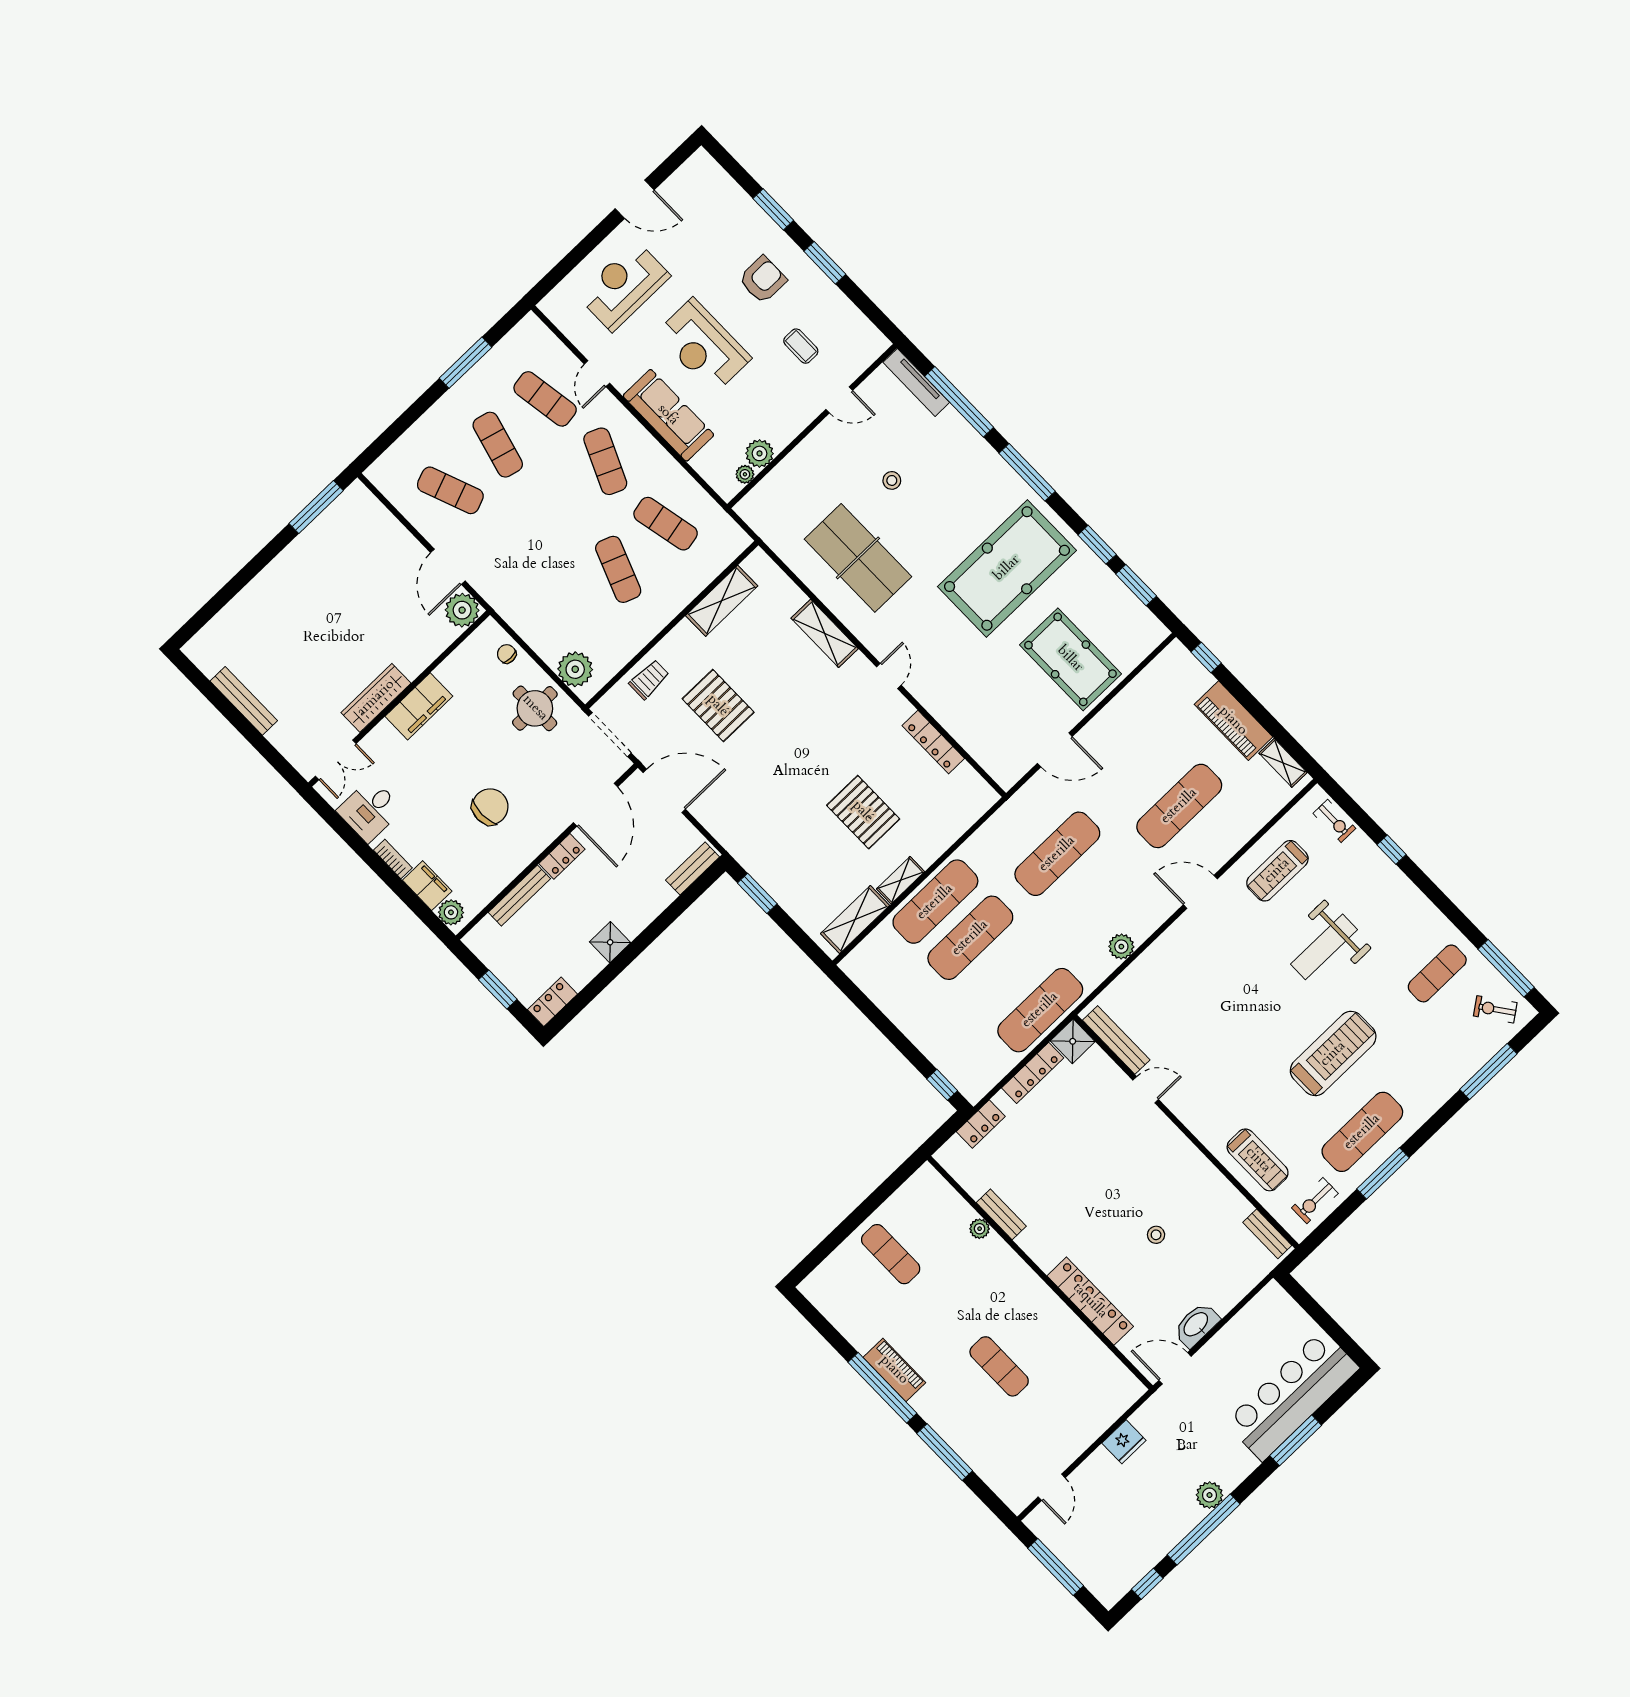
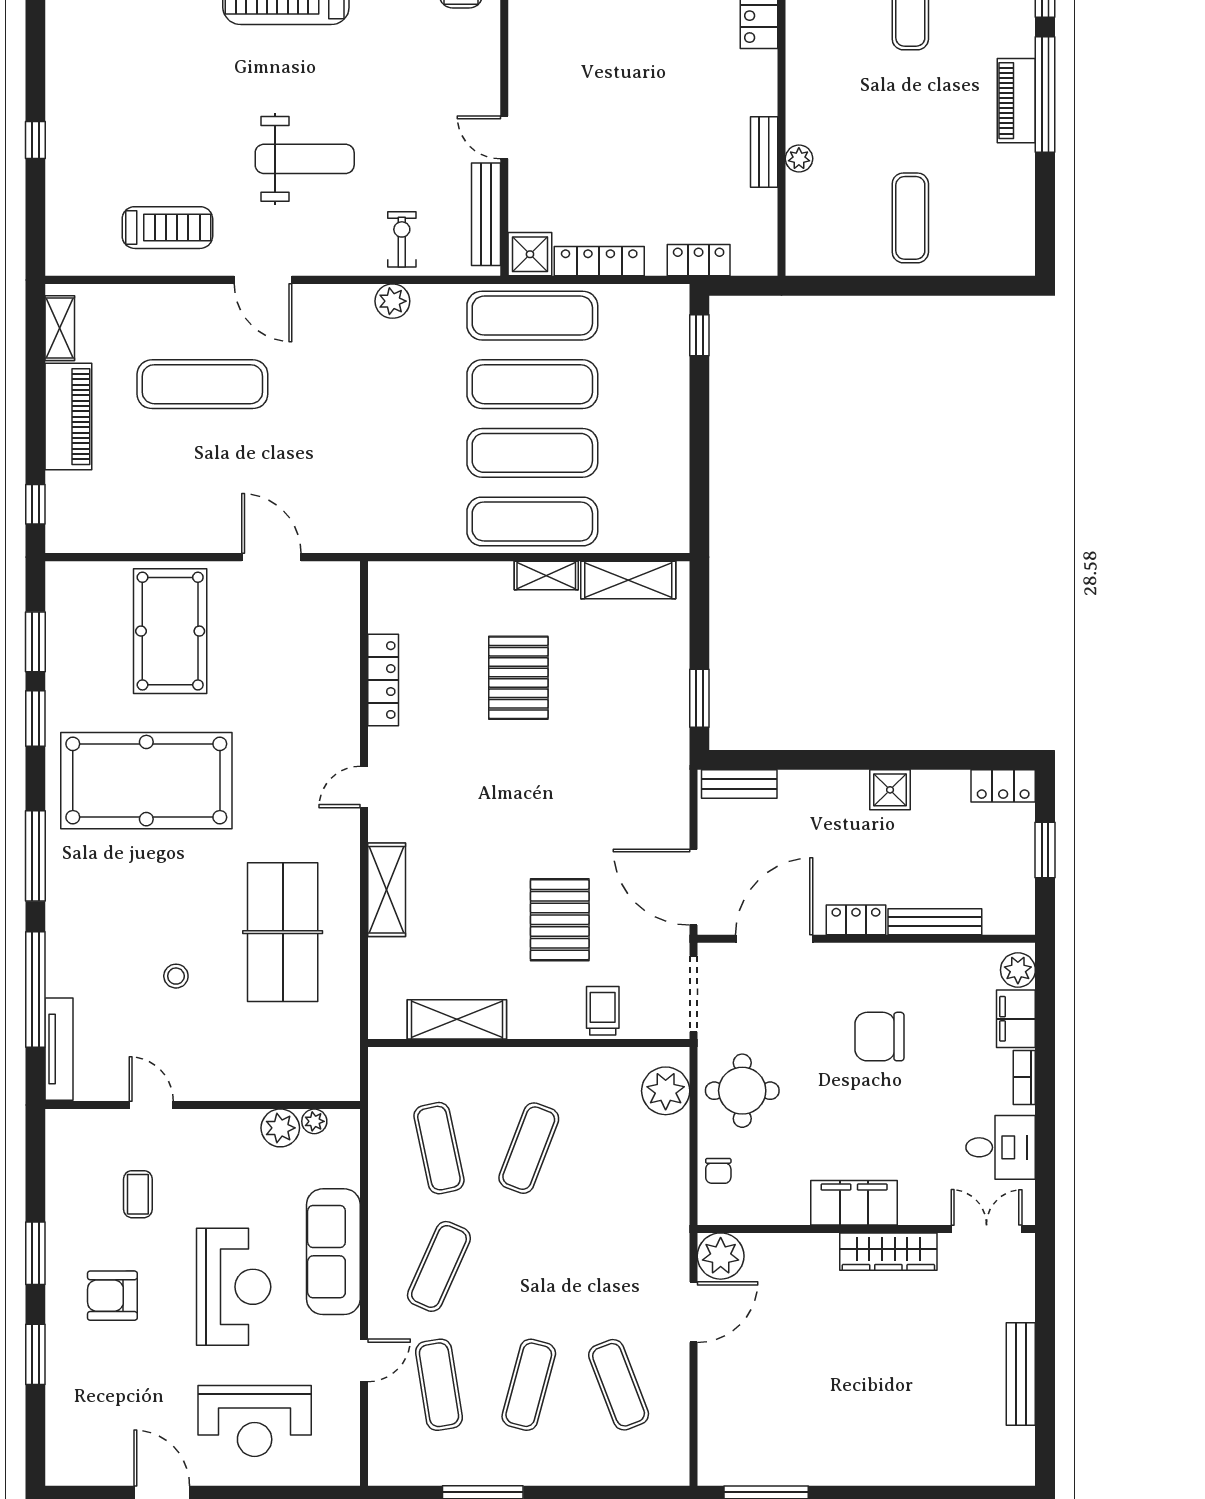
trolley: (649, 679) -> (603, 1011), turned 90
exercise bike: (1334, 821) -> (402, 239), moved
exercise mat: (1057, 854) -> (532, 384), moved
weight bench: (1324, 947) -> (305, 159), moved

